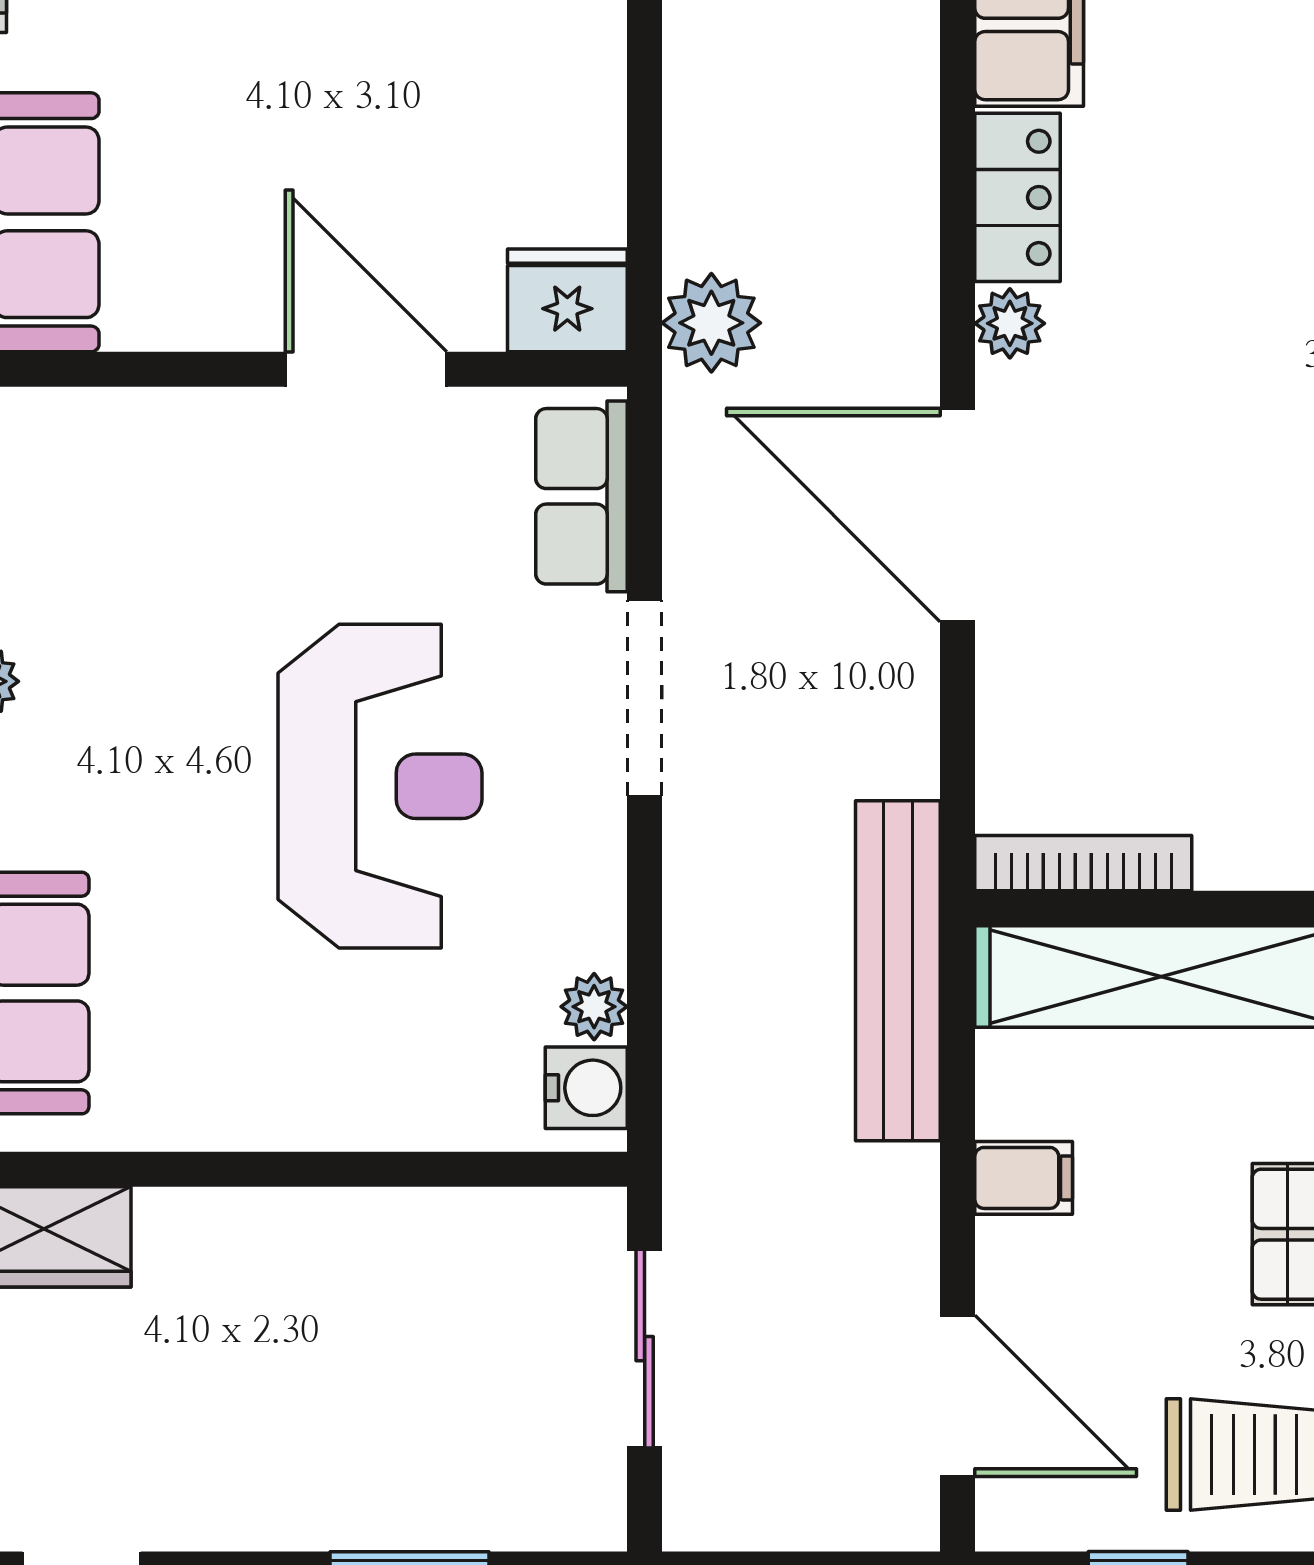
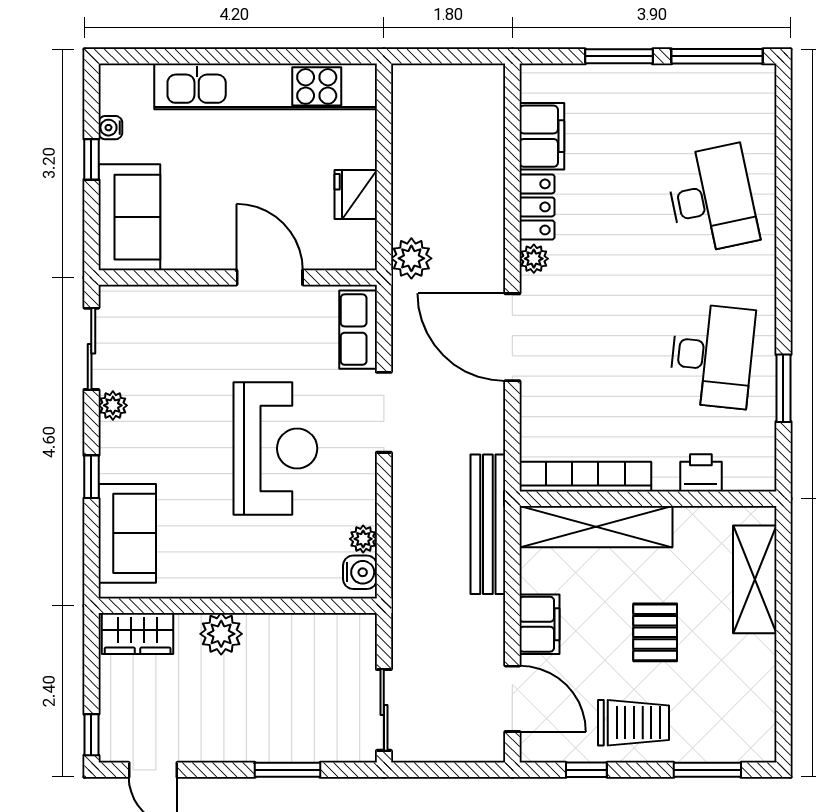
fridge: (567, 300) -> (356, 195), moved, turned -90
bookcase: (1083, 863) -> (585, 477), width x1.48, depth x1.31
filing cabinet: (1024, 1178) -> (539, 624), width x2.00
plant: (248, 1238) -> (221, 634), added
sliding door: (645, 1349) -> (384, 710), moved

